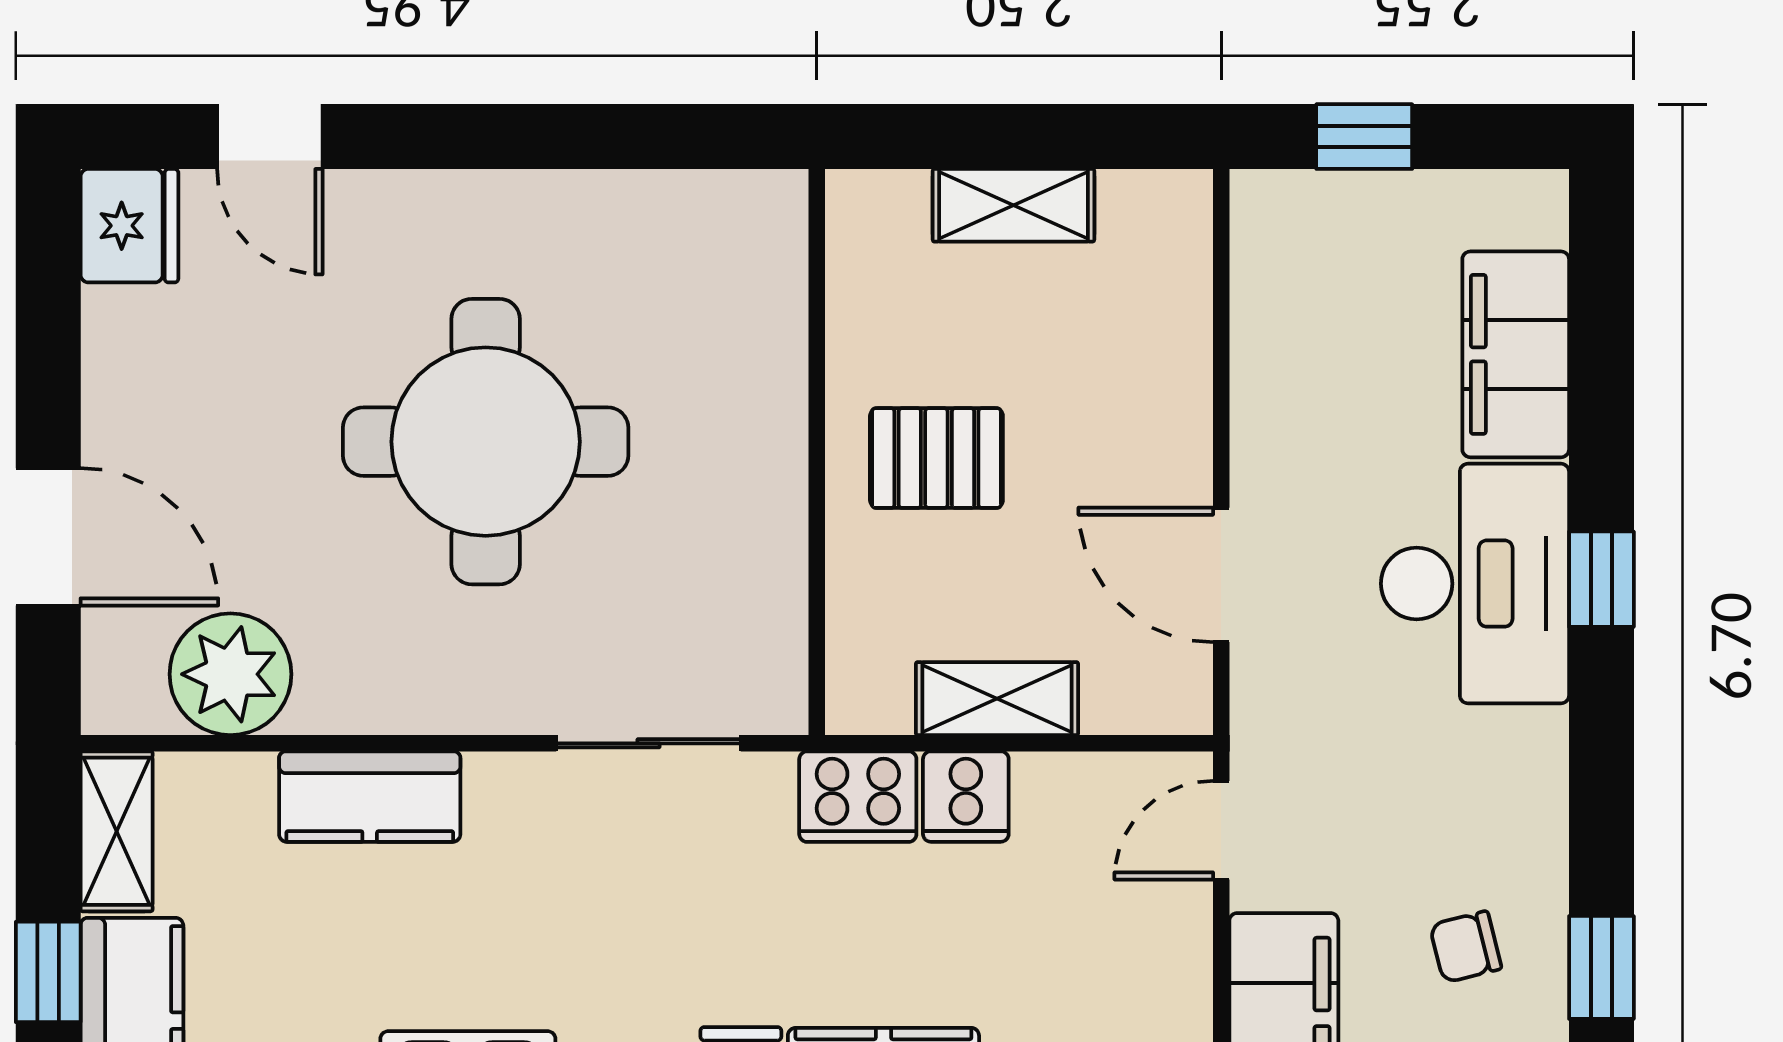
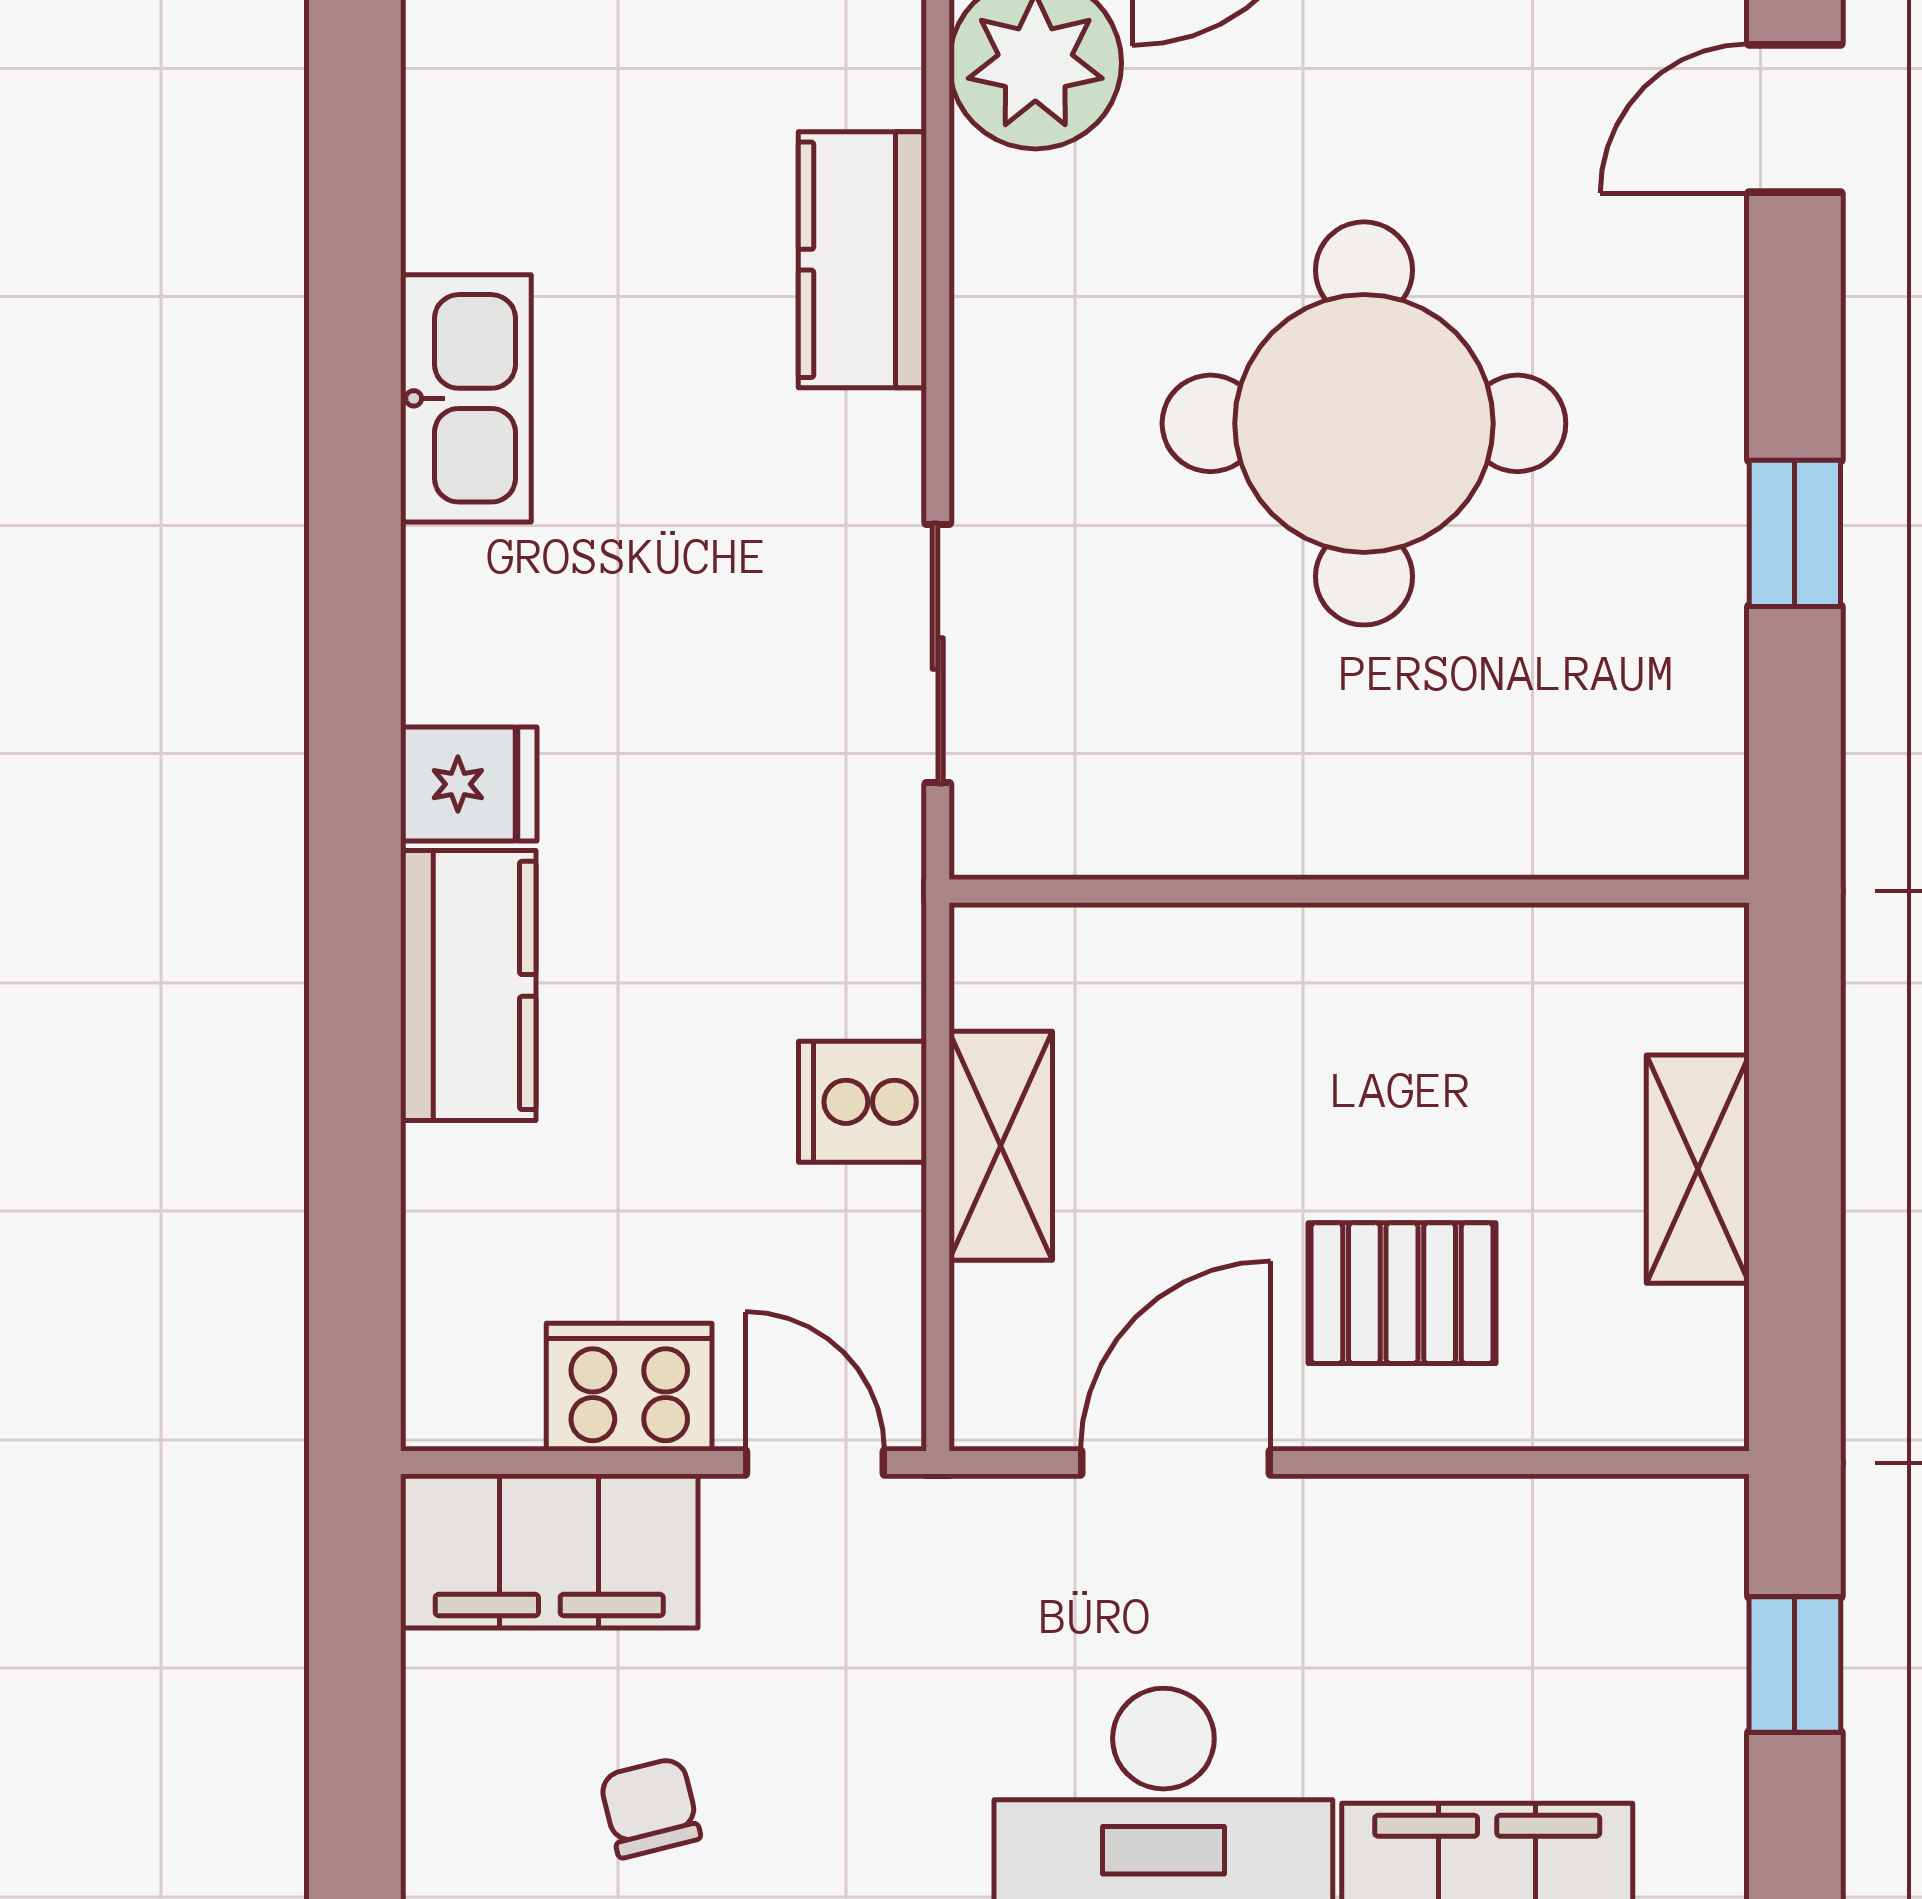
window: (563, 137) -> (1795, 533), added
pallet: (936, 458) -> (1402, 1293), moved, turned 90
cooker: (858, 797) -> (629, 1387), moved, turned 90

